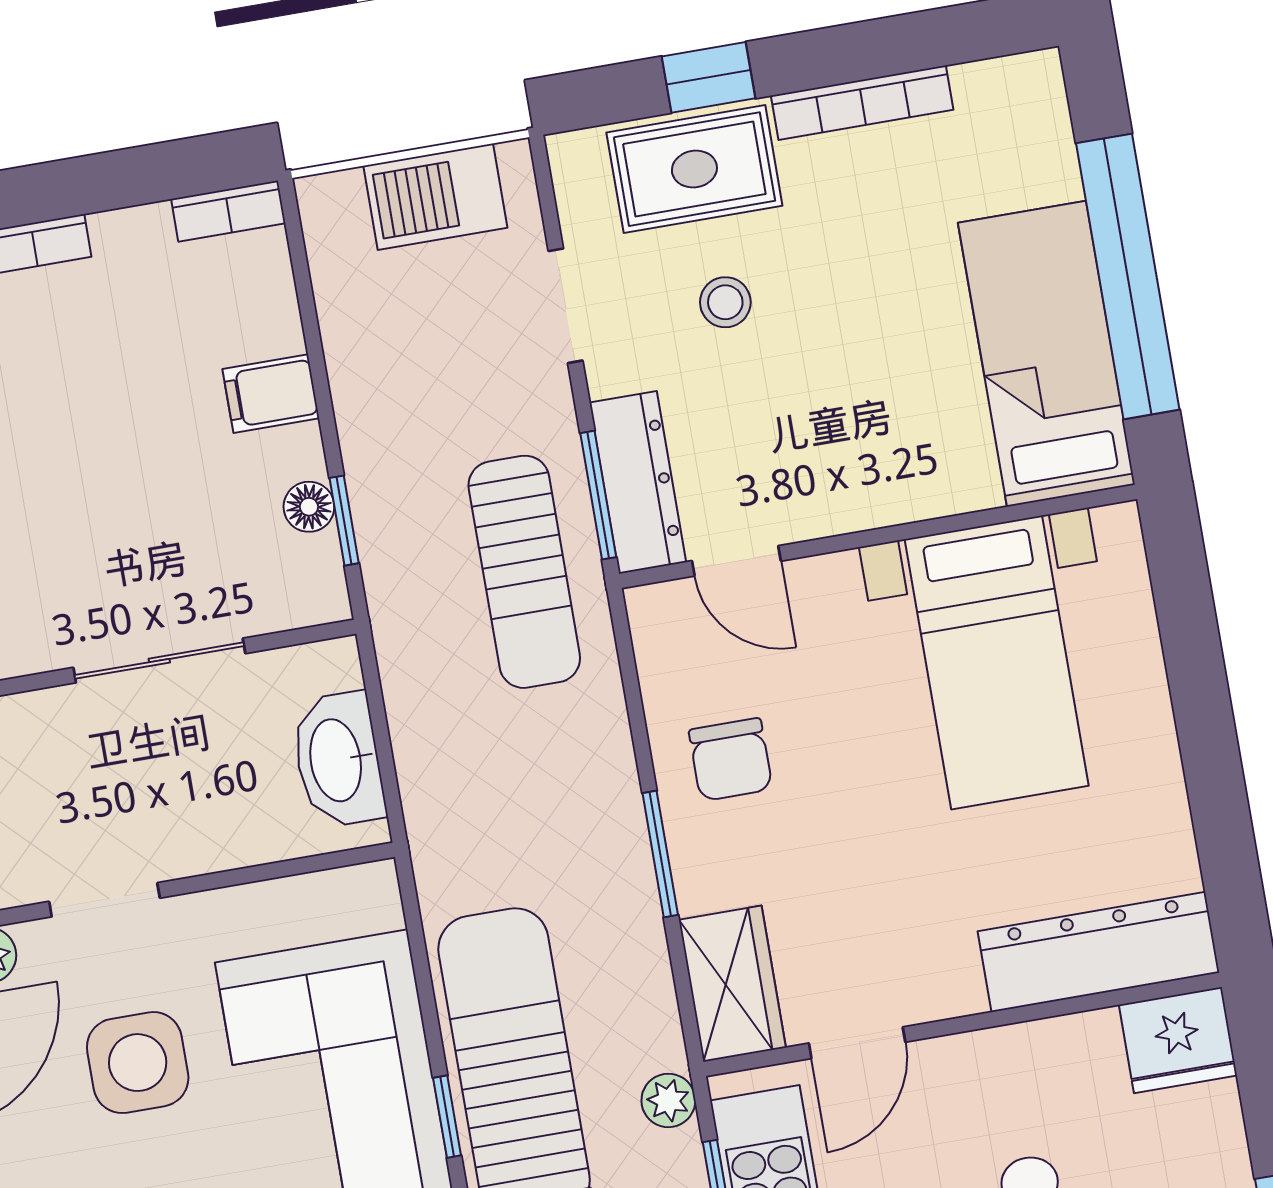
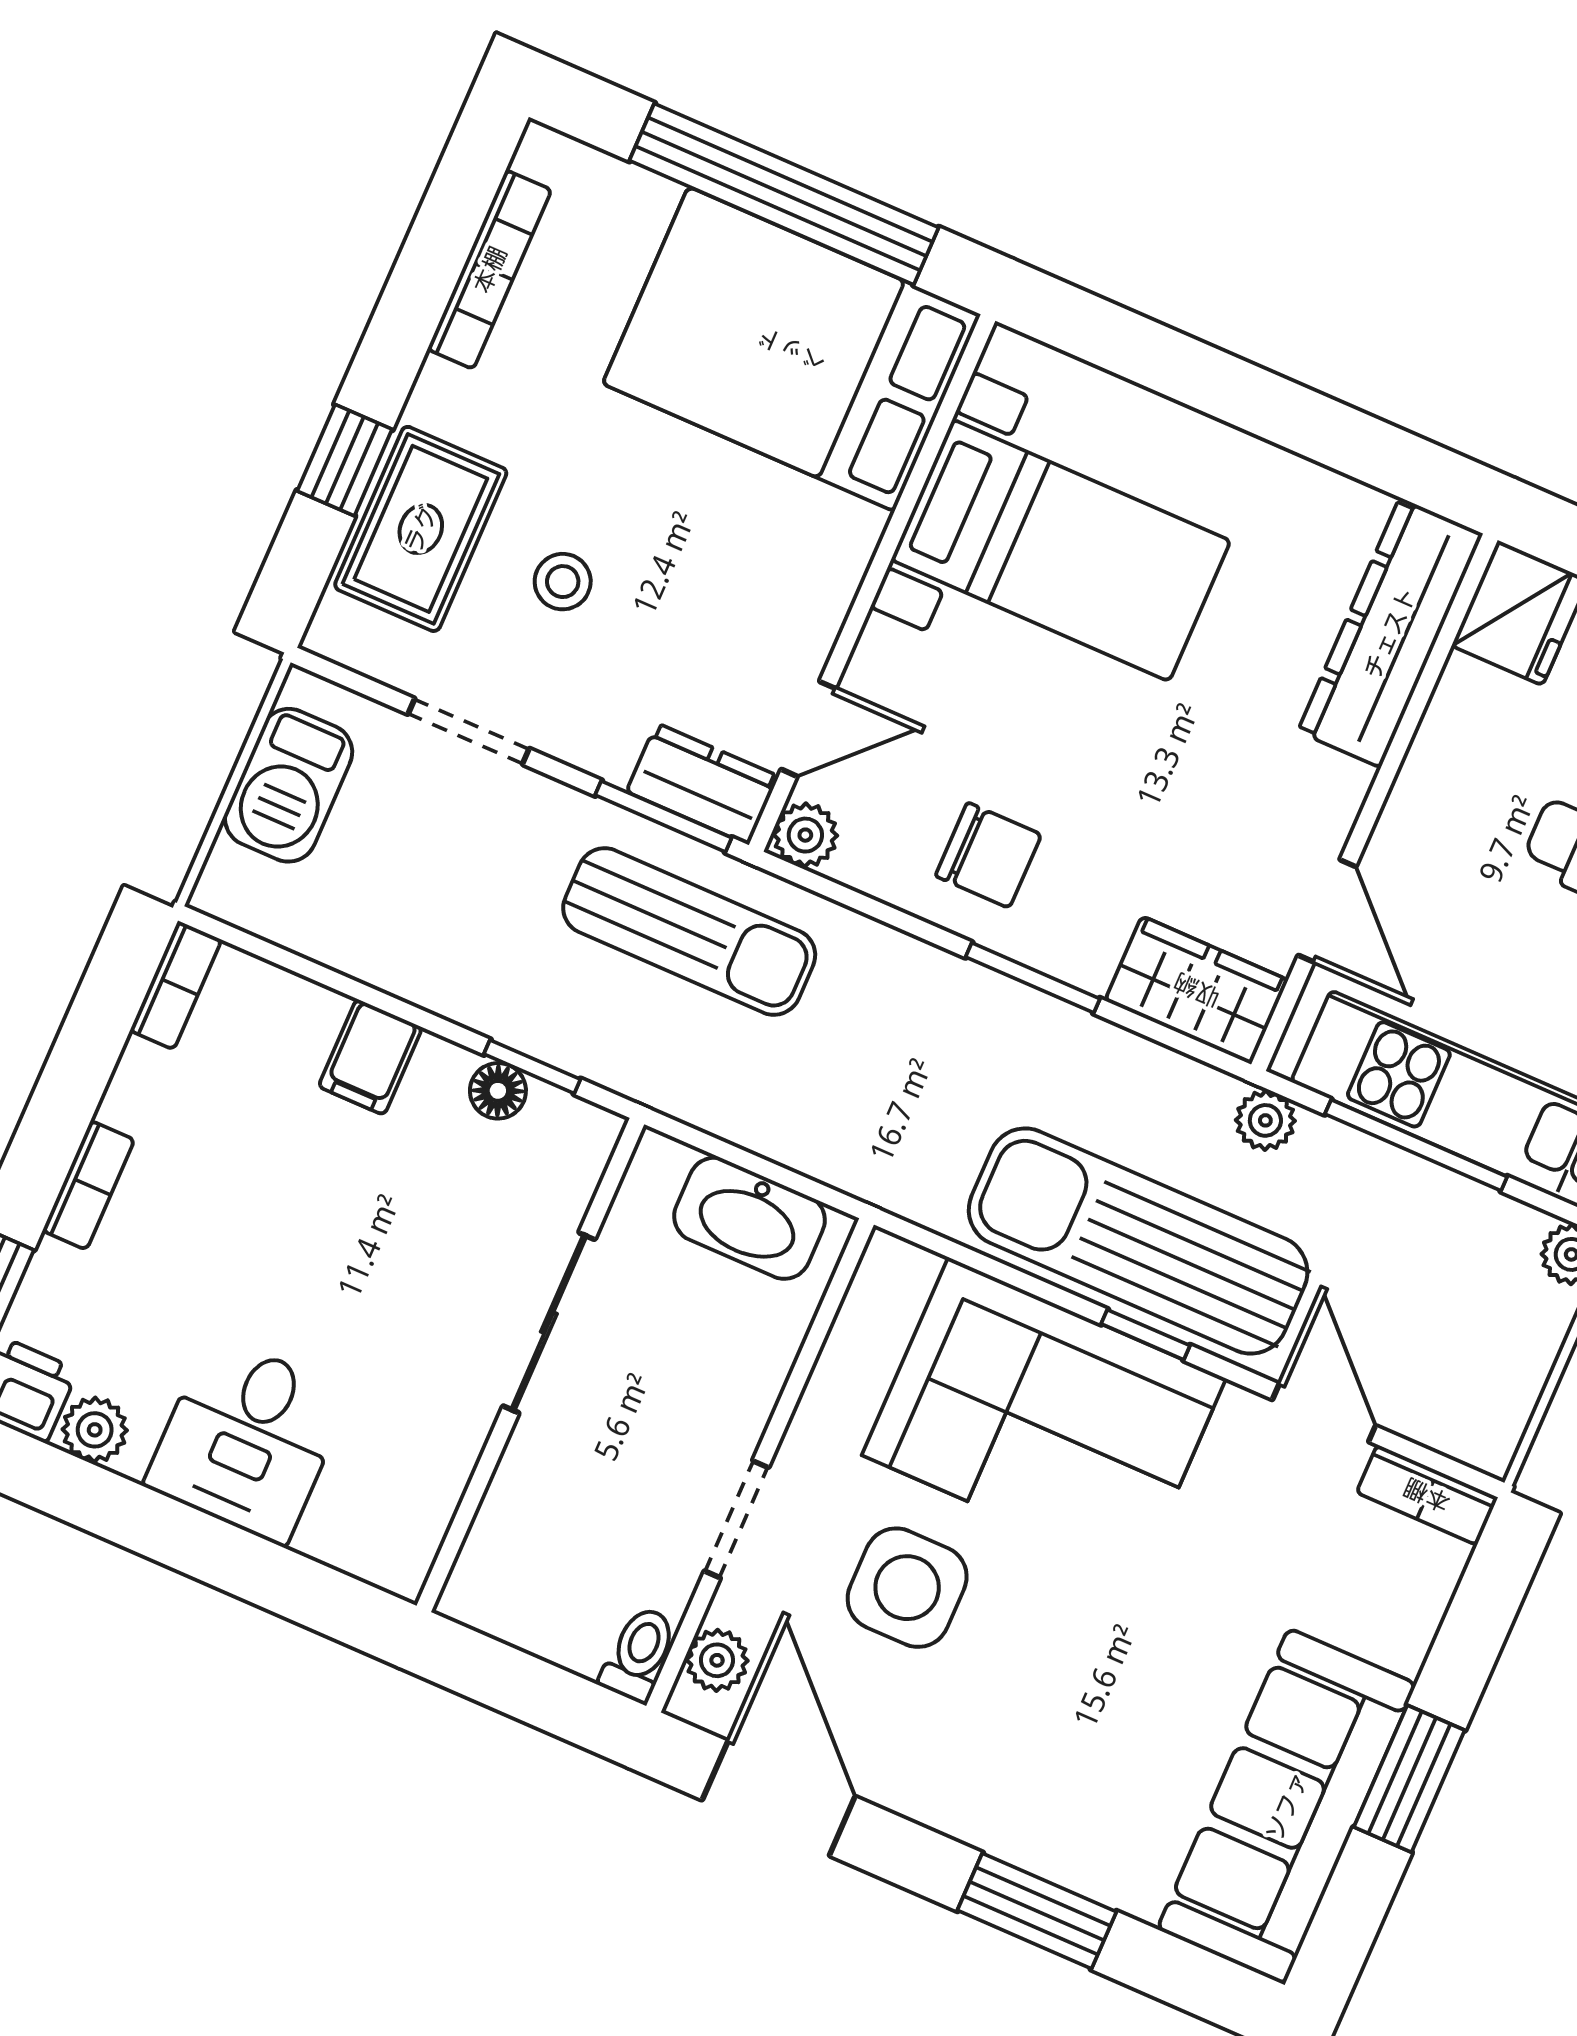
bookcase: (862, 103) -> (490, 270), moved
bed: (1047, 354) -> (792, 349), width x1.50
dresser: (638, 482) -> (703, 784), width x0.70
plant: (655, 611) -> (805, 835), added

